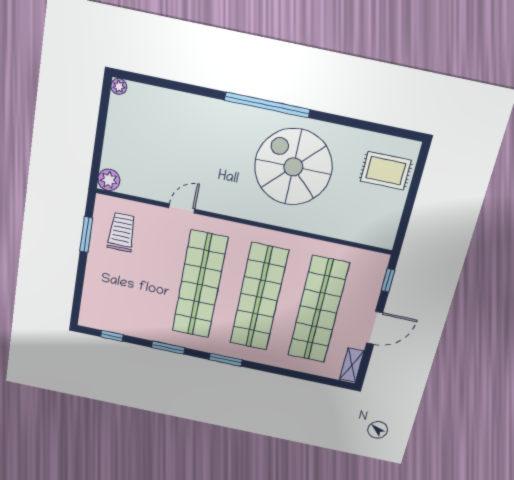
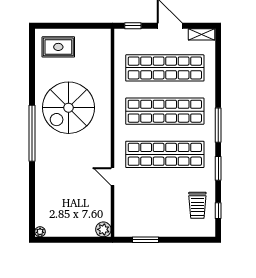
rug: (386, 171) -> (58, 47), turned 90
trolley: (122, 232) -> (197, 205), moved, turned -90
window: (226, 360) -> (218, 125), width x1.44

